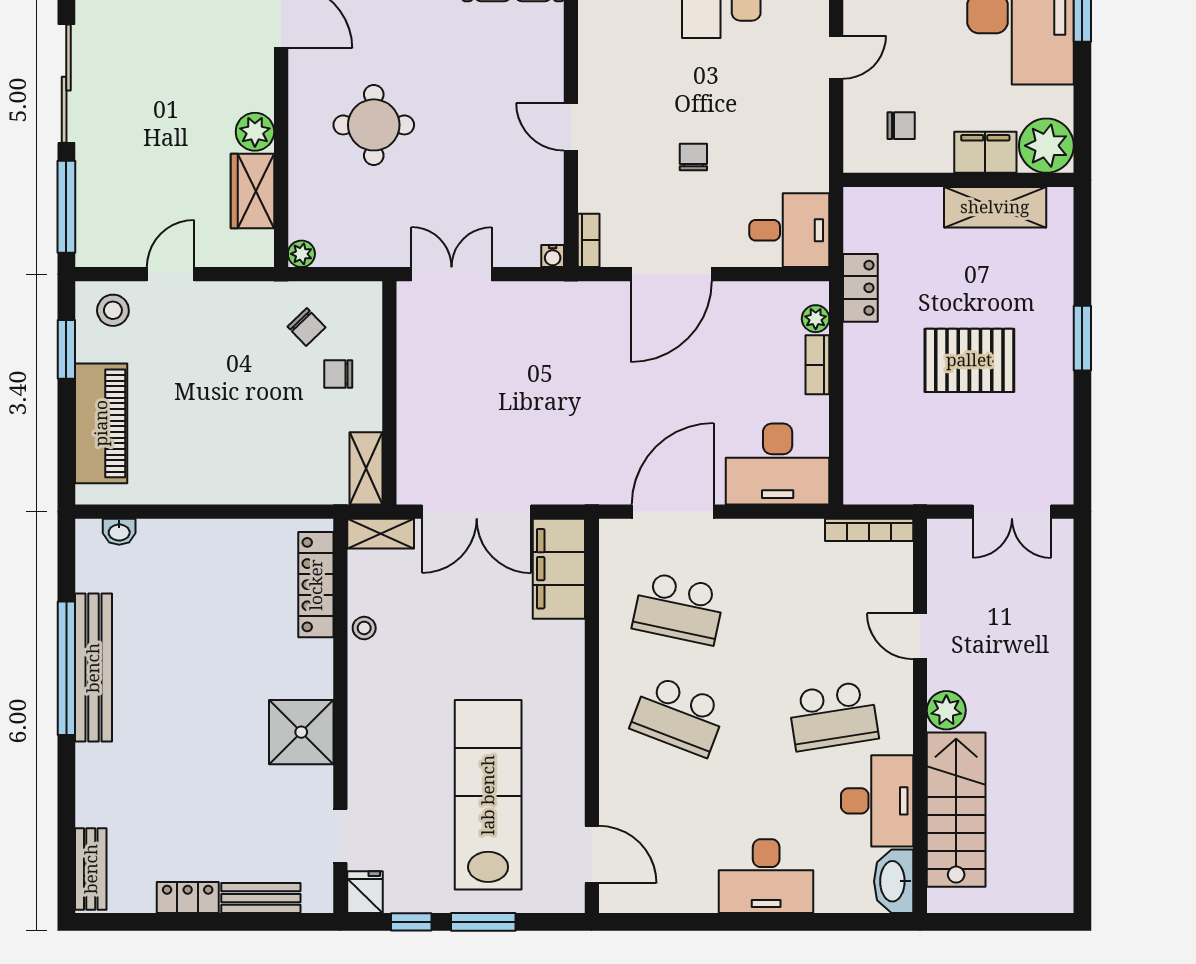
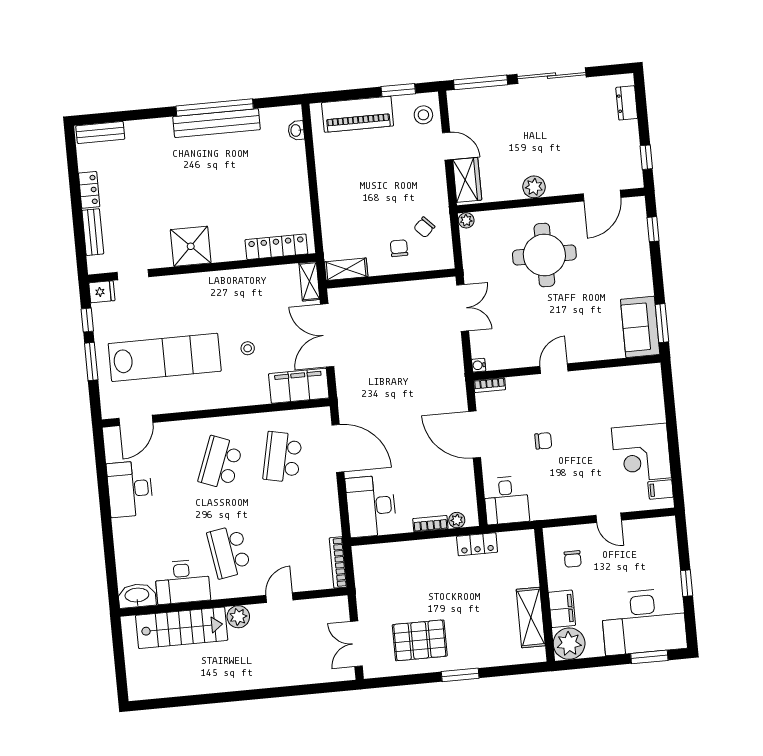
round table: (374, 125) -> (544, 255), width x1.36, depth x1.36
wardrobe: (252, 191) -> (467, 180), moved, turned 90
pallet: (969, 360) -> (420, 640), moved, turned 90
stool: (364, 628) -> (248, 348), moved
desk: (766, 876) -> (130, 489), moved

